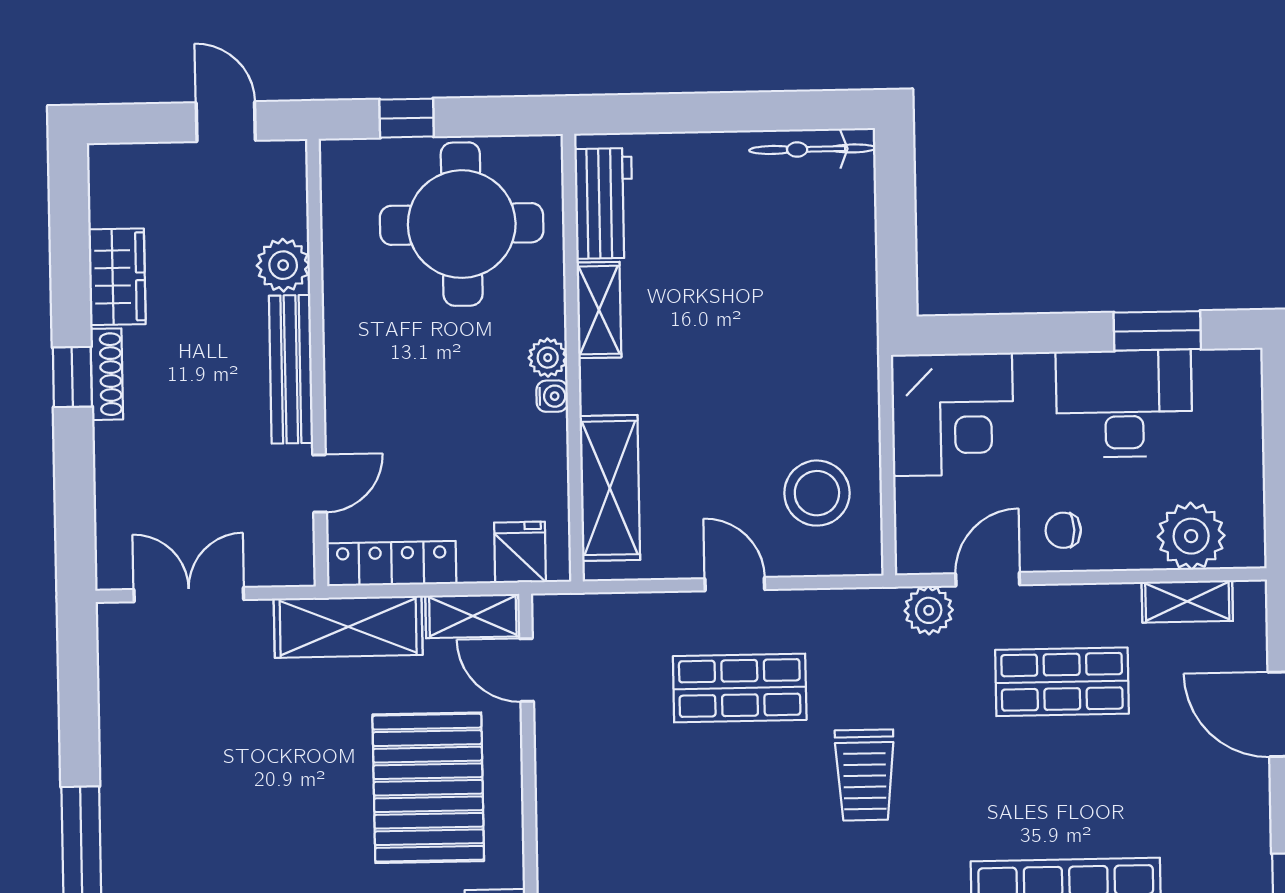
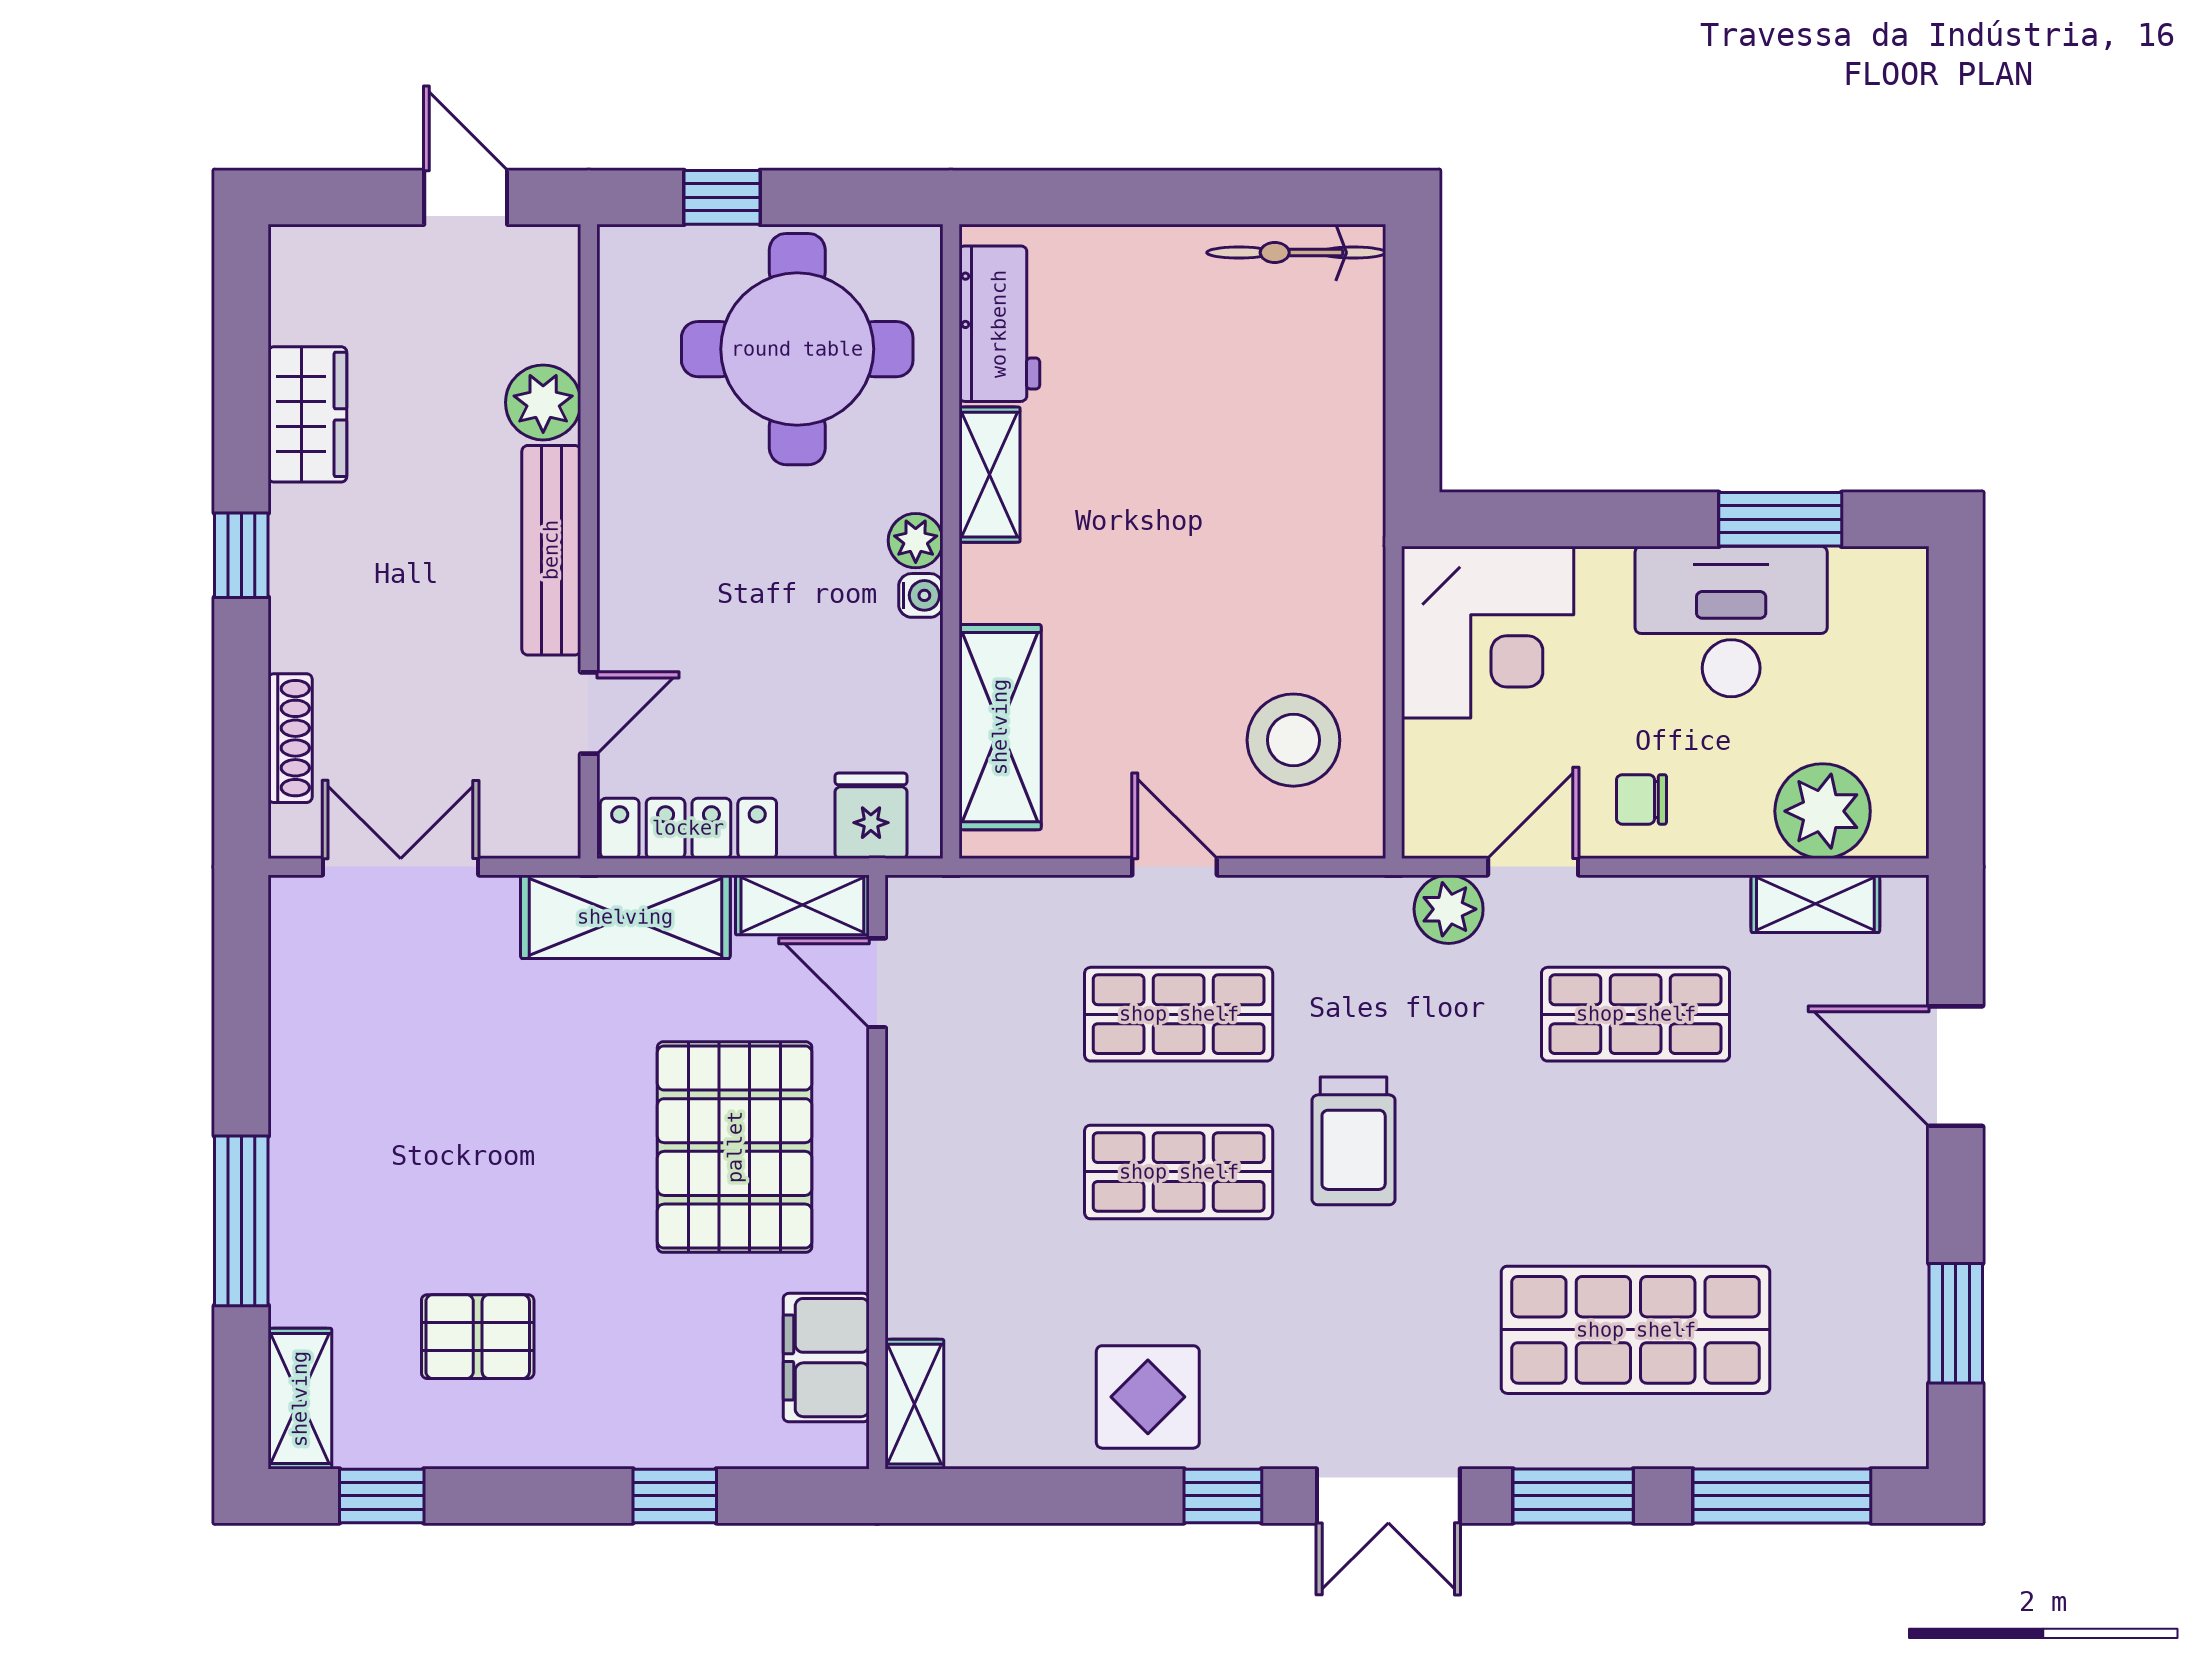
shoe rack: (107, 374) -> (290, 738), moved
shop shelf: (742, 799) -> (1179, 1172), added

